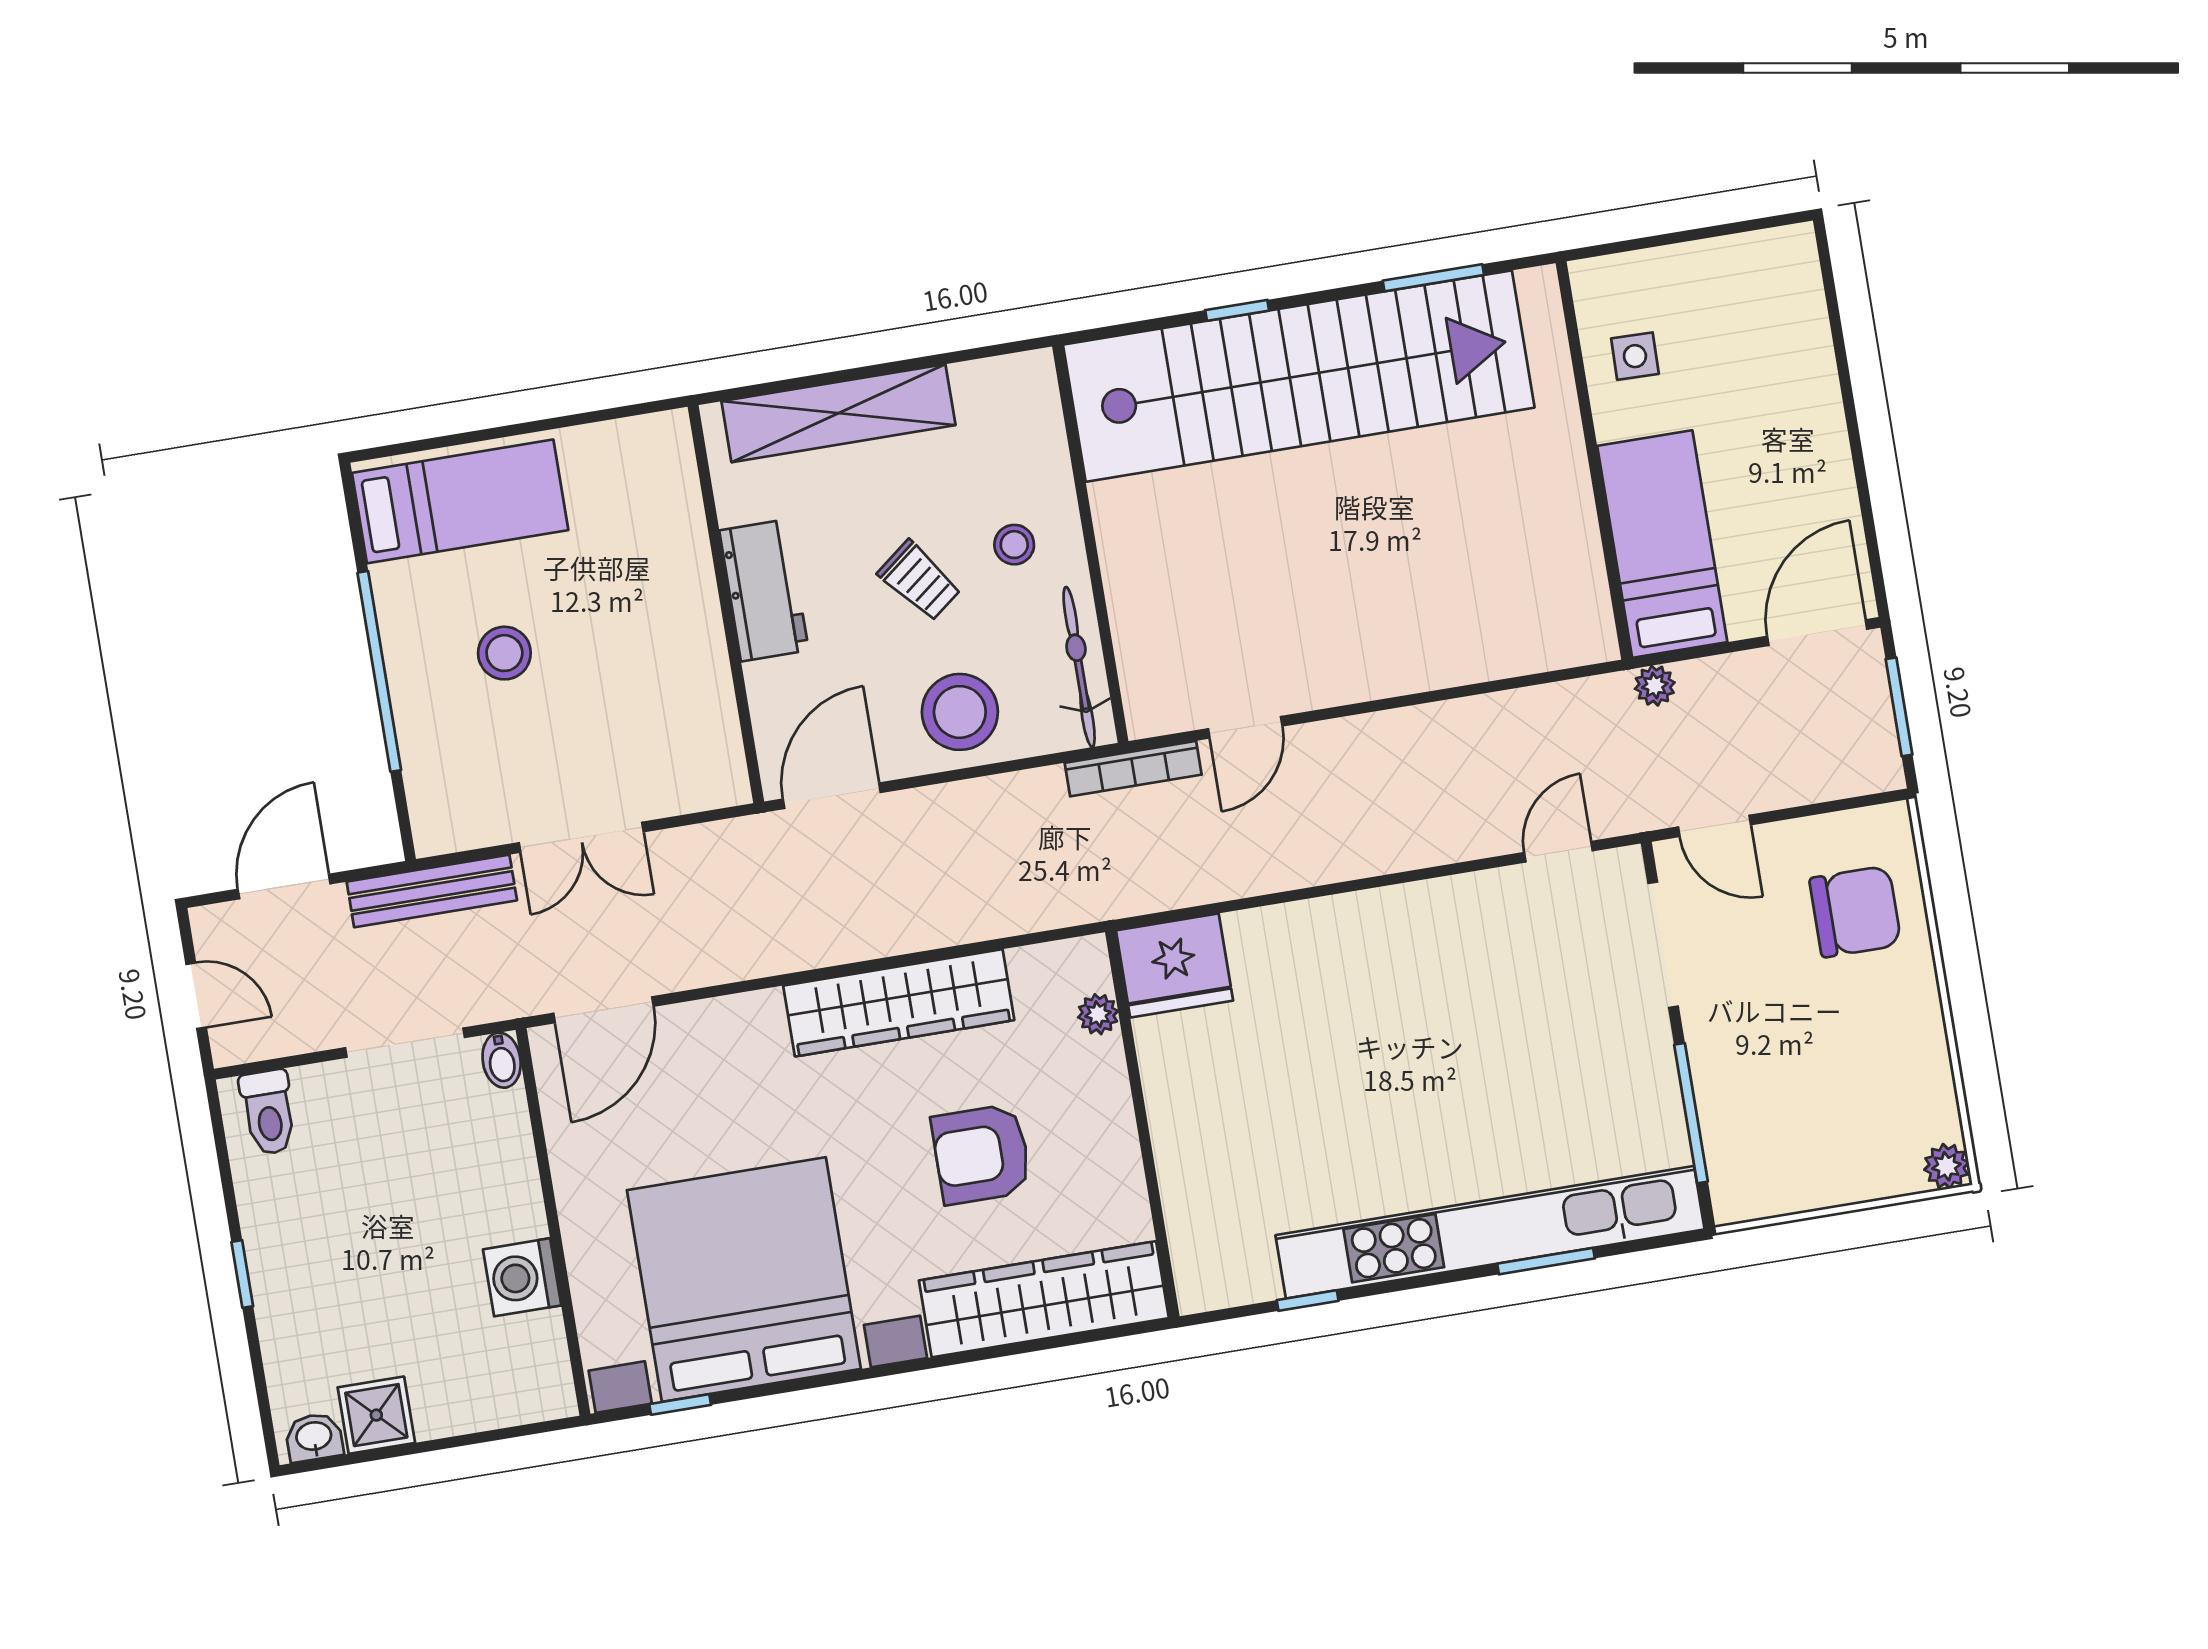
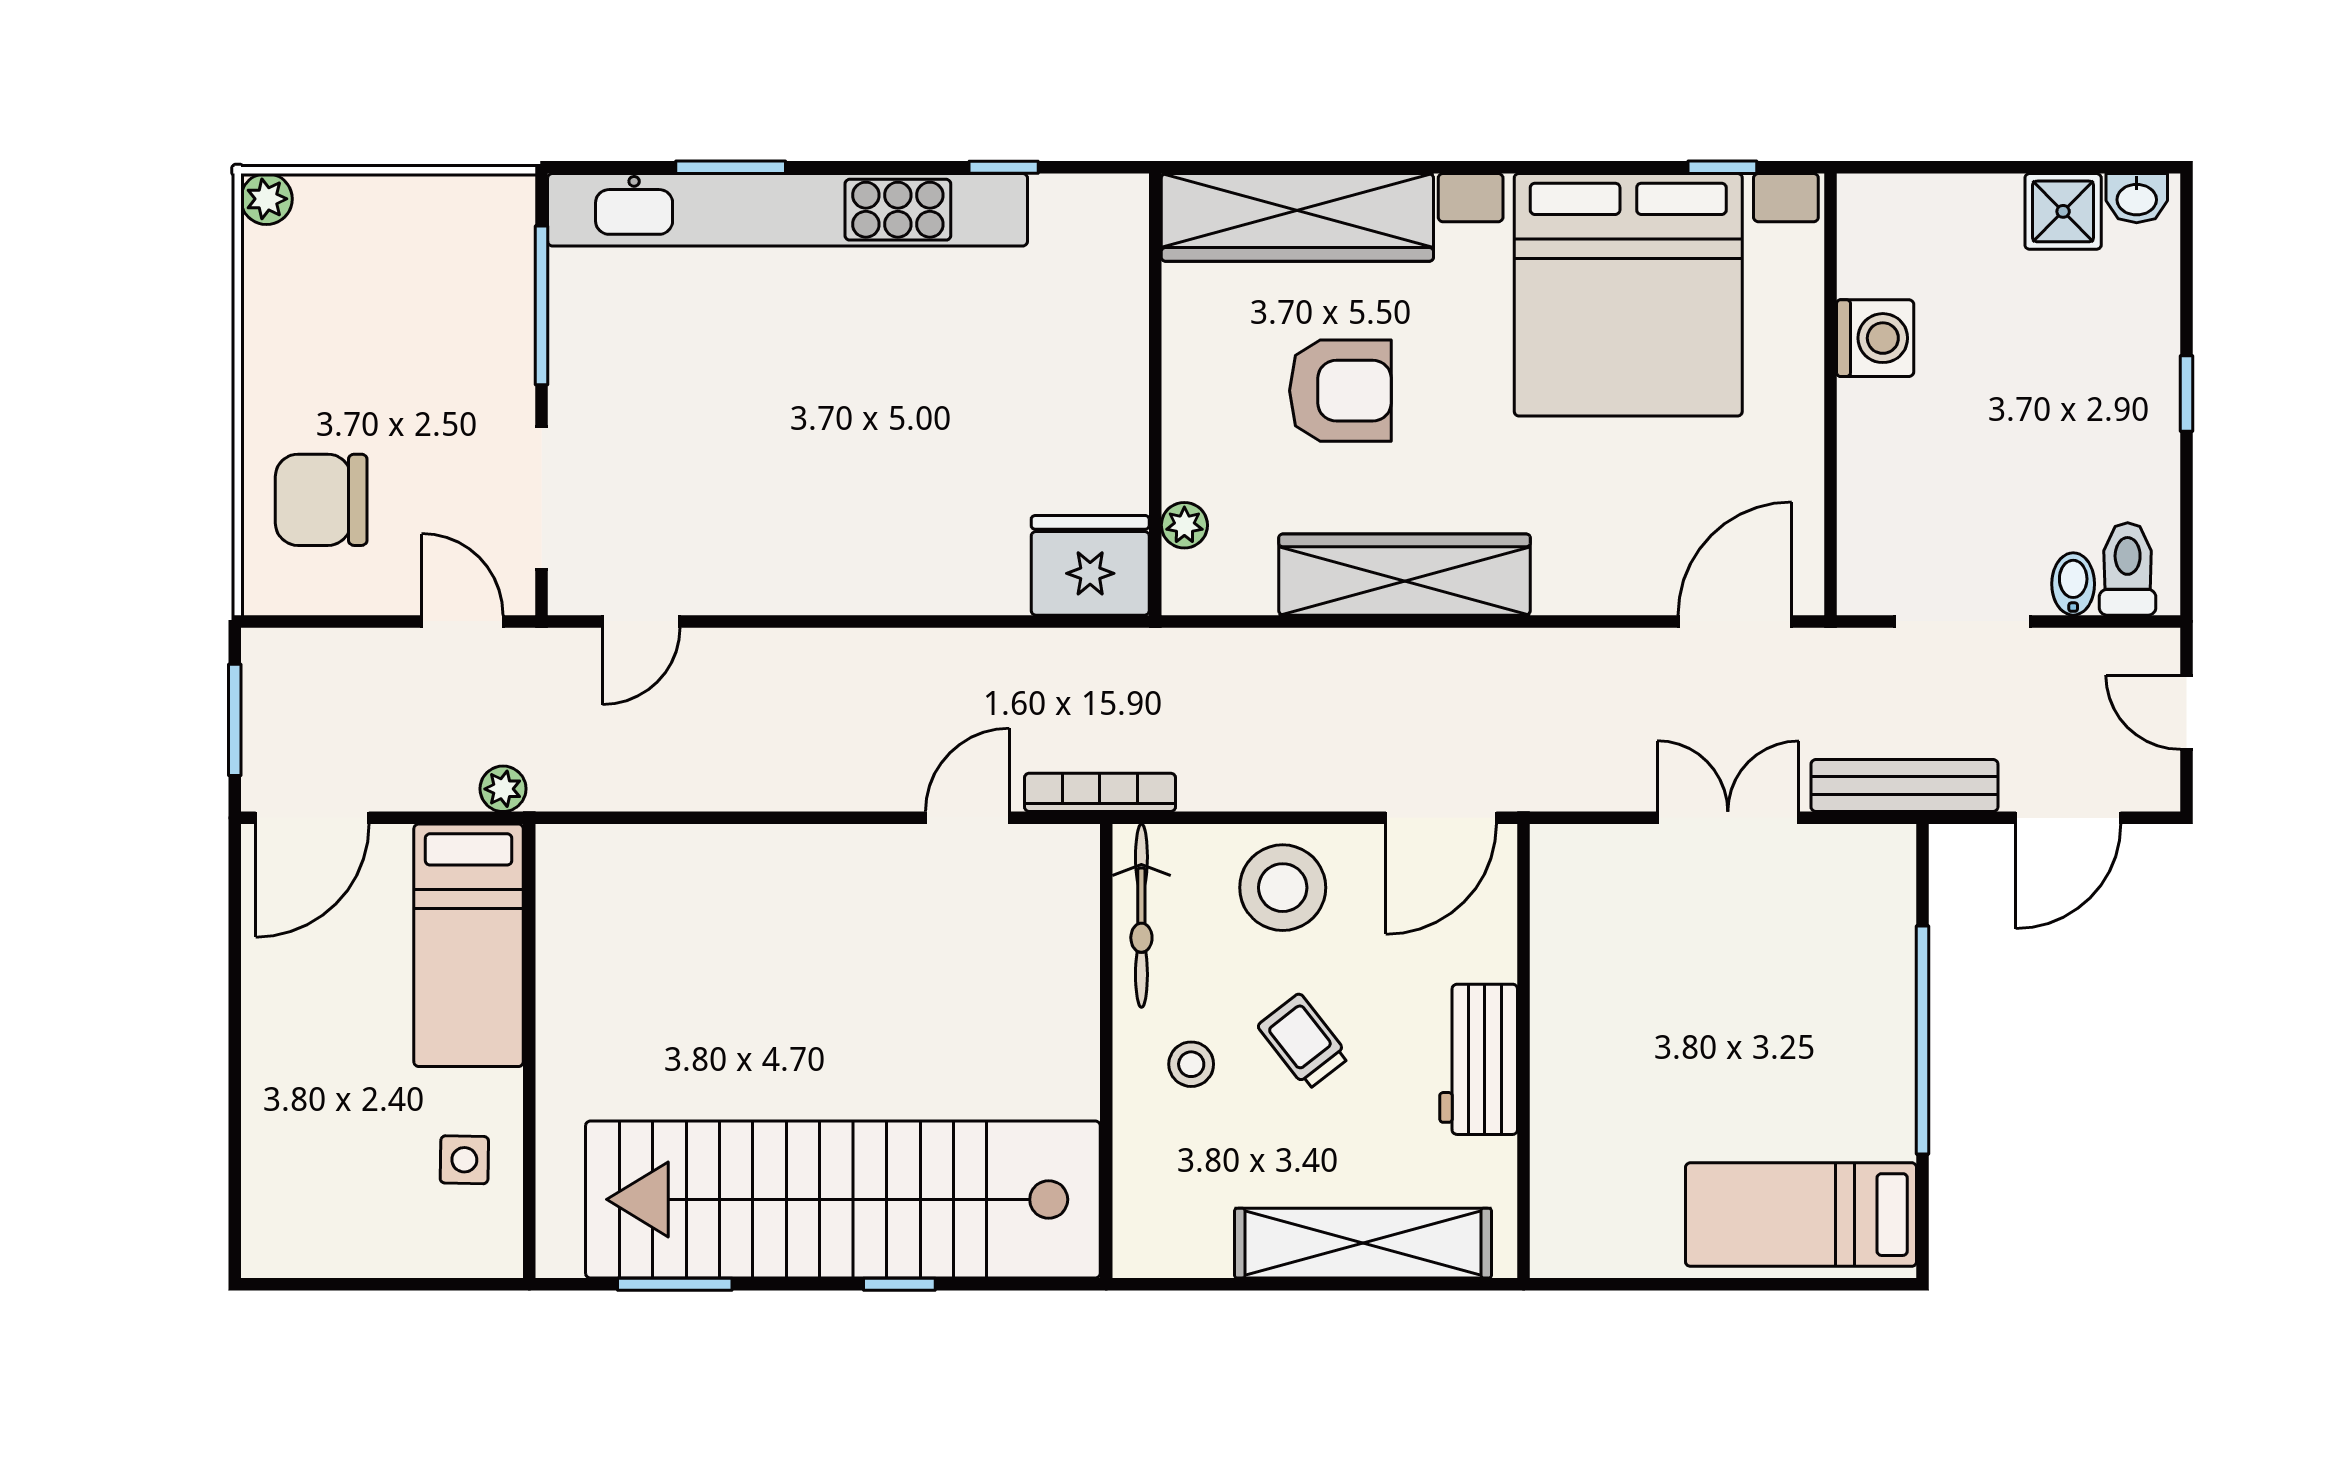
stool: (504, 653) -> (1780, 1037), removed
bidet: (502, 1060) -> (2073, 584), moved

